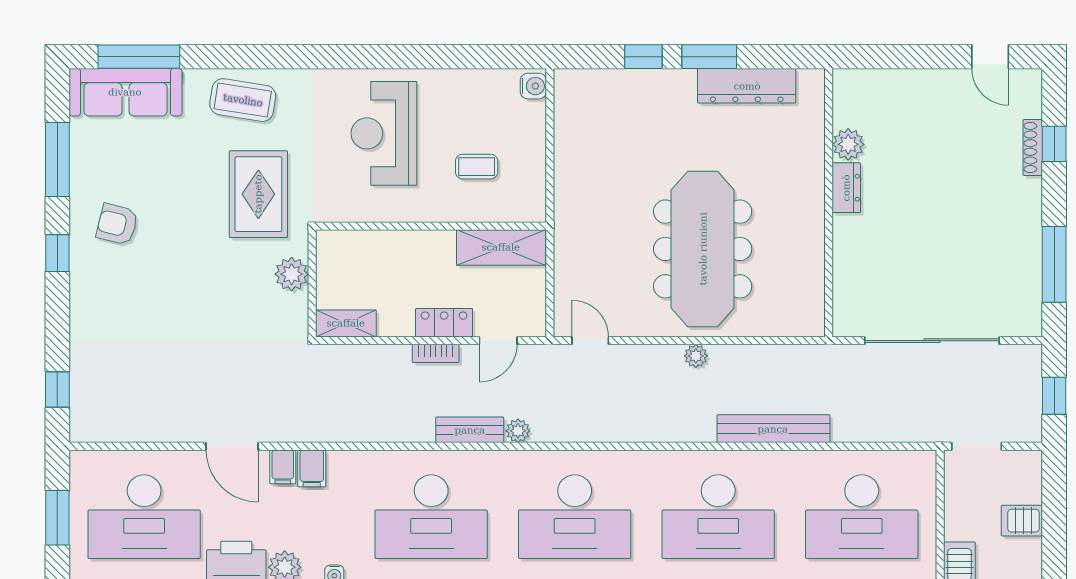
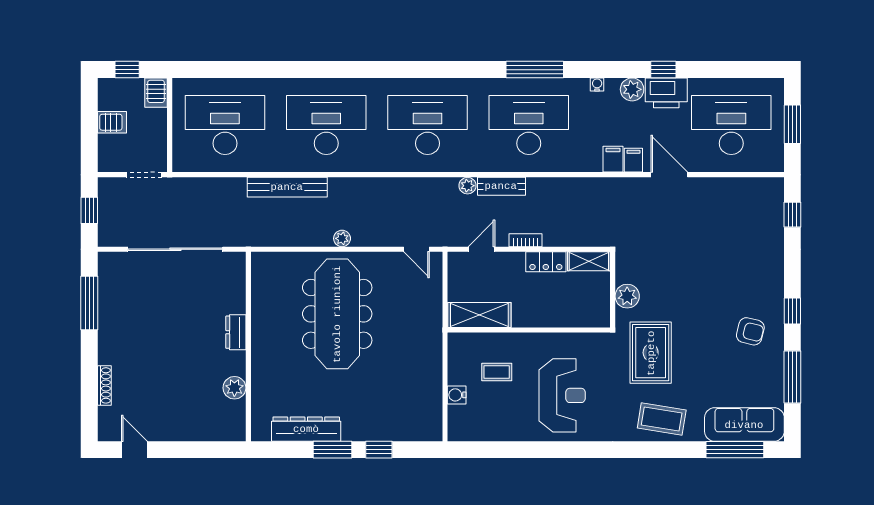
water cooler: (533, 86) -> (457, 395), moved
window: (1054, 144) -> (89, 388), removed
dresser: (846, 188) -> (236, 332), moved
locker: (444, 323) -> (546, 262), moved

